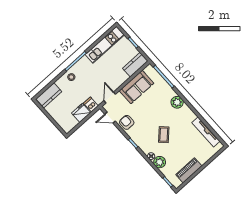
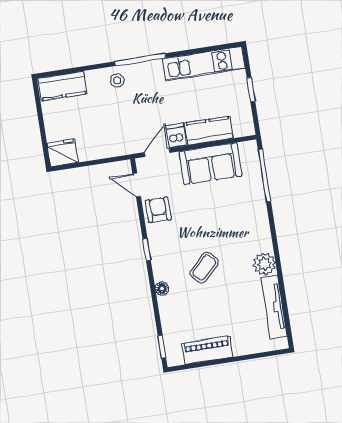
kitchen counter: (135, 65) -> (209, 131), moved
plant: (177, 102) -> (264, 264), moved
dishwasher: (91, 105) -> (176, 136), moved
fridge: (81, 113) -> (63, 153), moved
plant: (160, 162) -> (169, 307), removed

